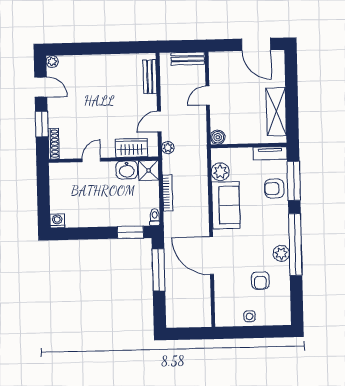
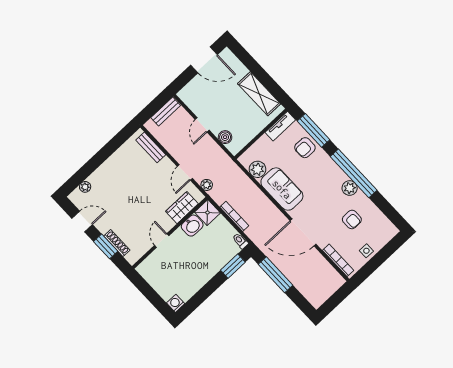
plant: (52, 62) -> (85, 187), moved
boiler: (218, 137) -> (225, 137), moved
shoe rack: (53, 144) -> (117, 243), moved
bookcase: (220, 304) -> (338, 260), added

